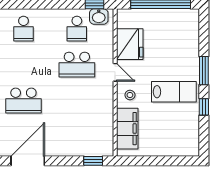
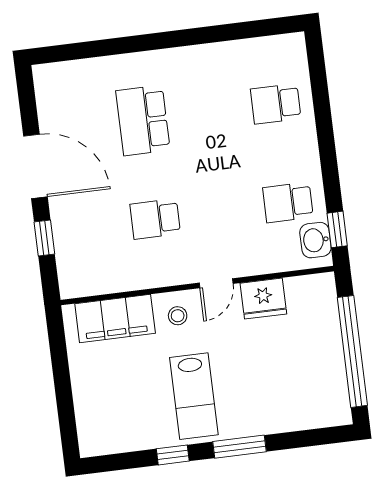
fridge: (130, 44) -> (263, 299), width x0.73, depth x0.75
school desk: (77, 65) -> (155, 219), moved, width x0.54
door: (28, 161) -> (35, 166), moved
window: (93, 161) -> (44, 238), moved

